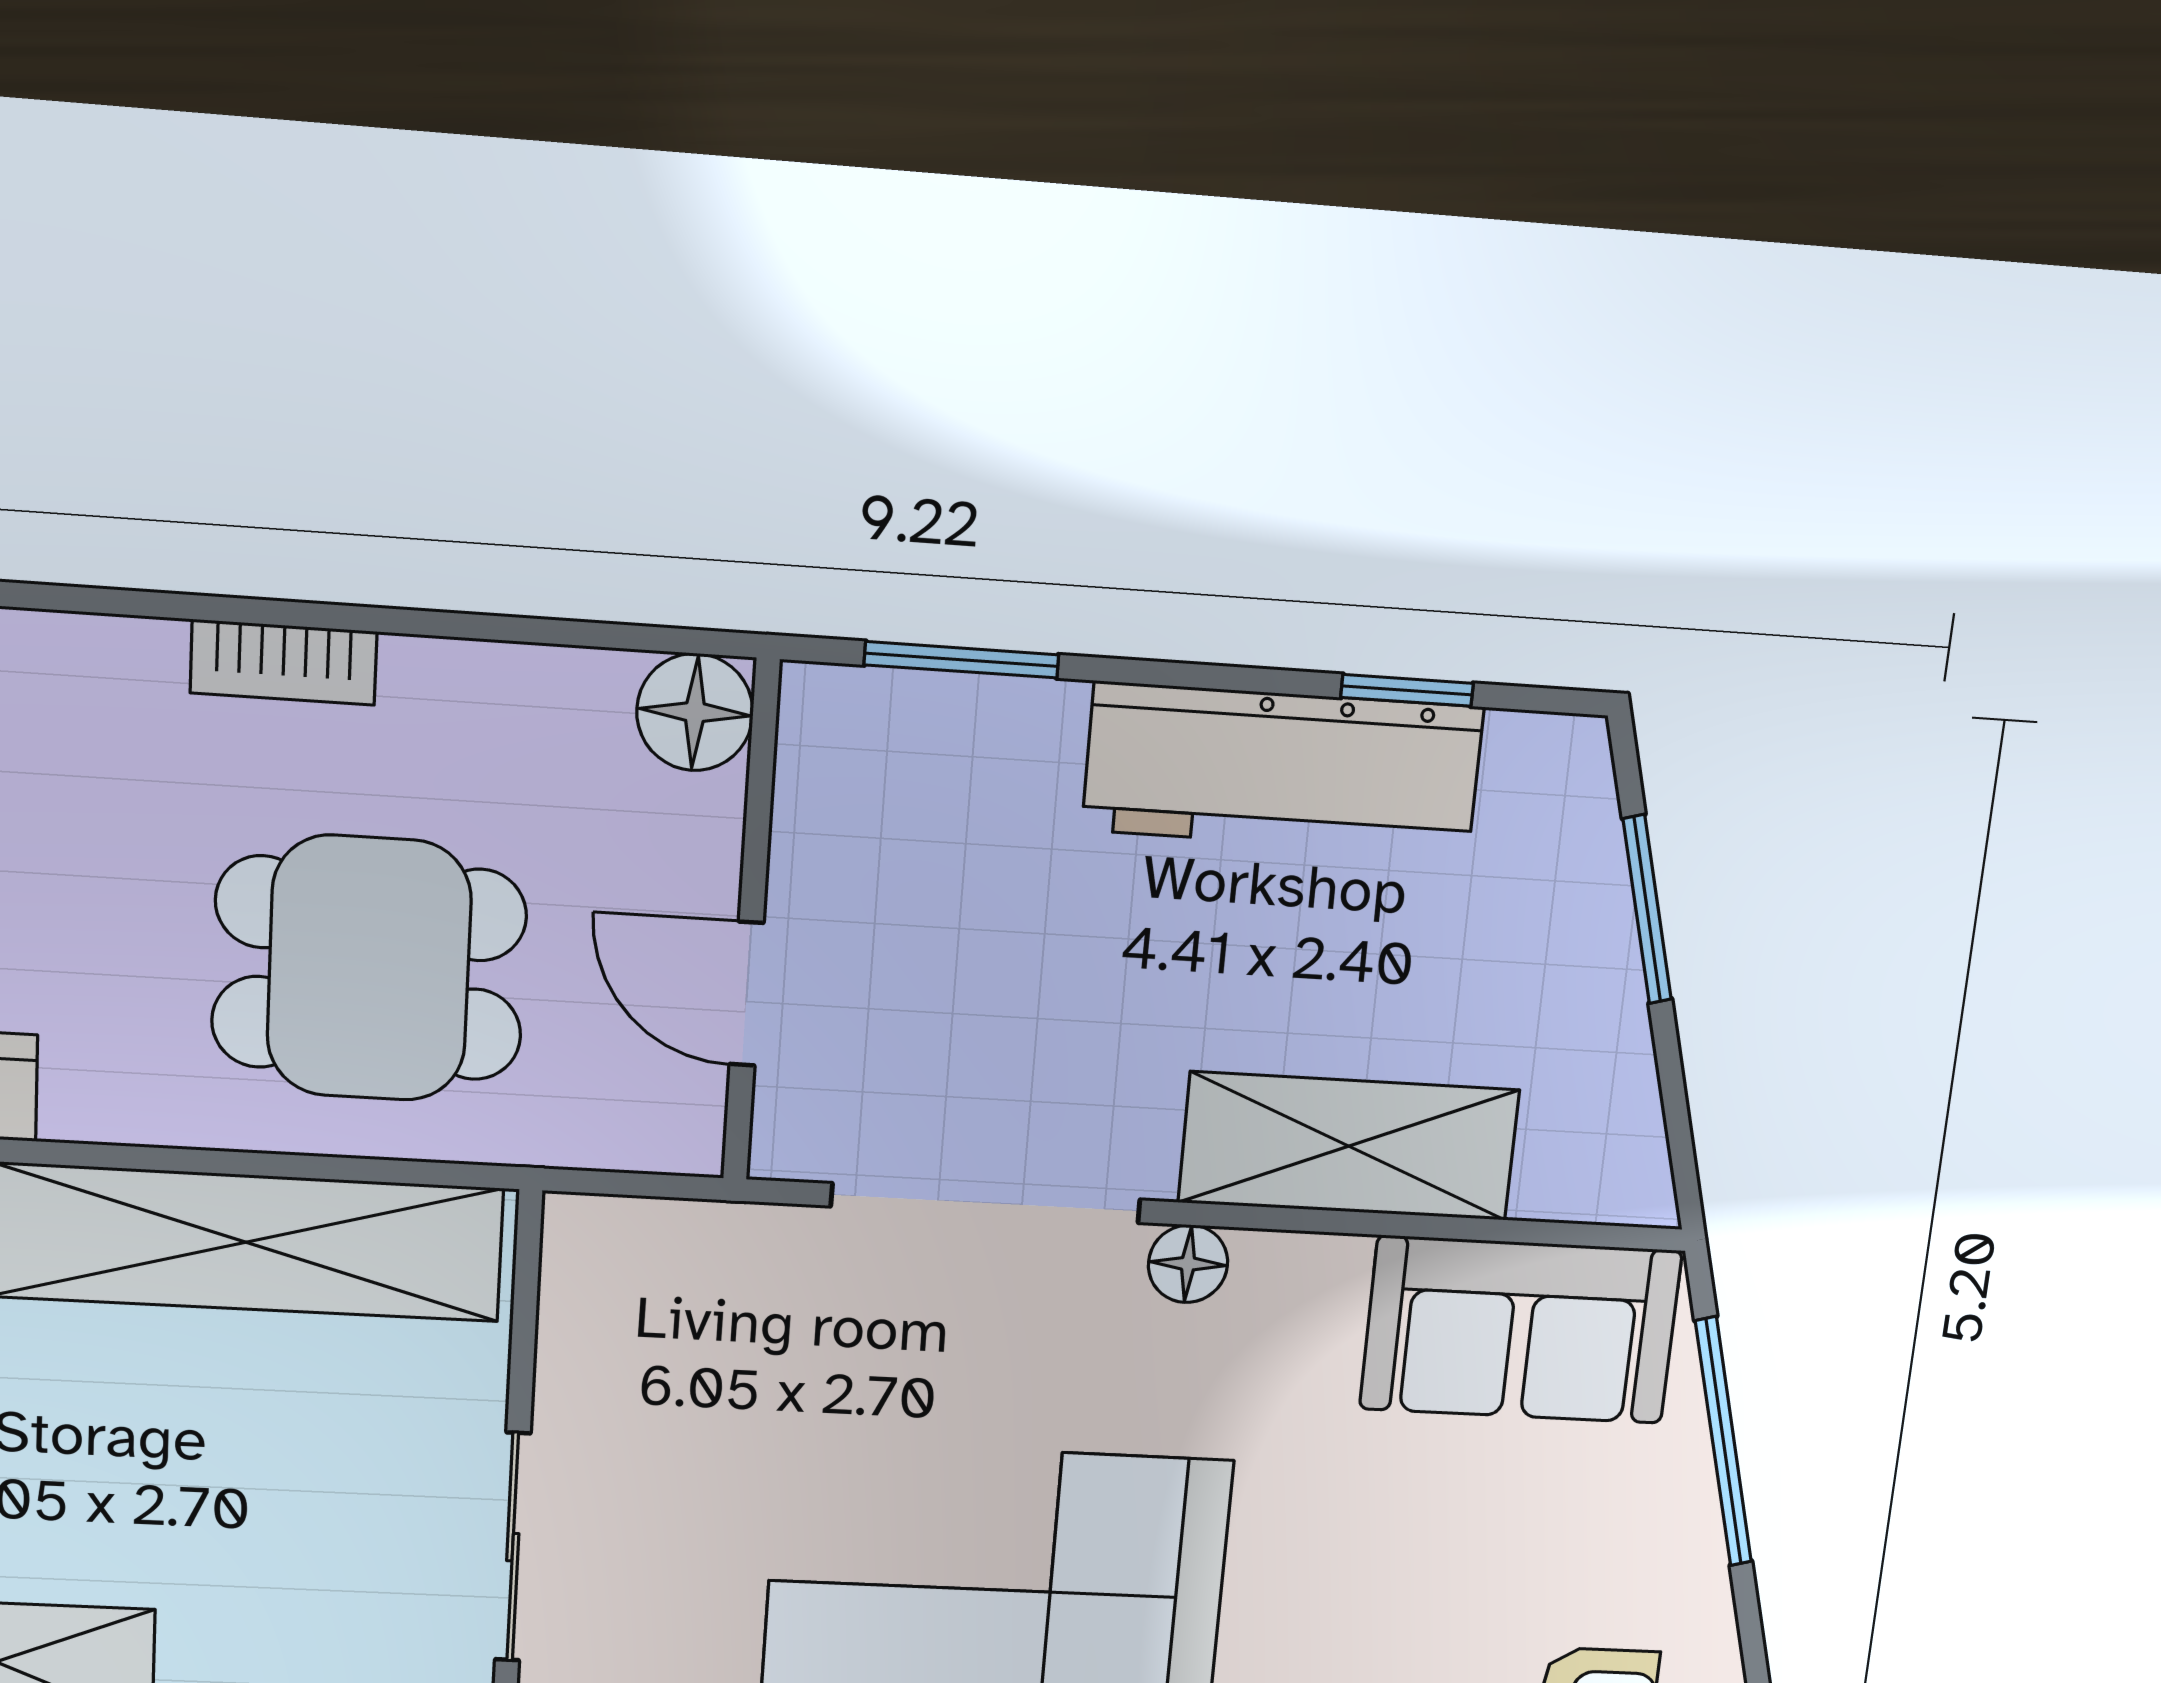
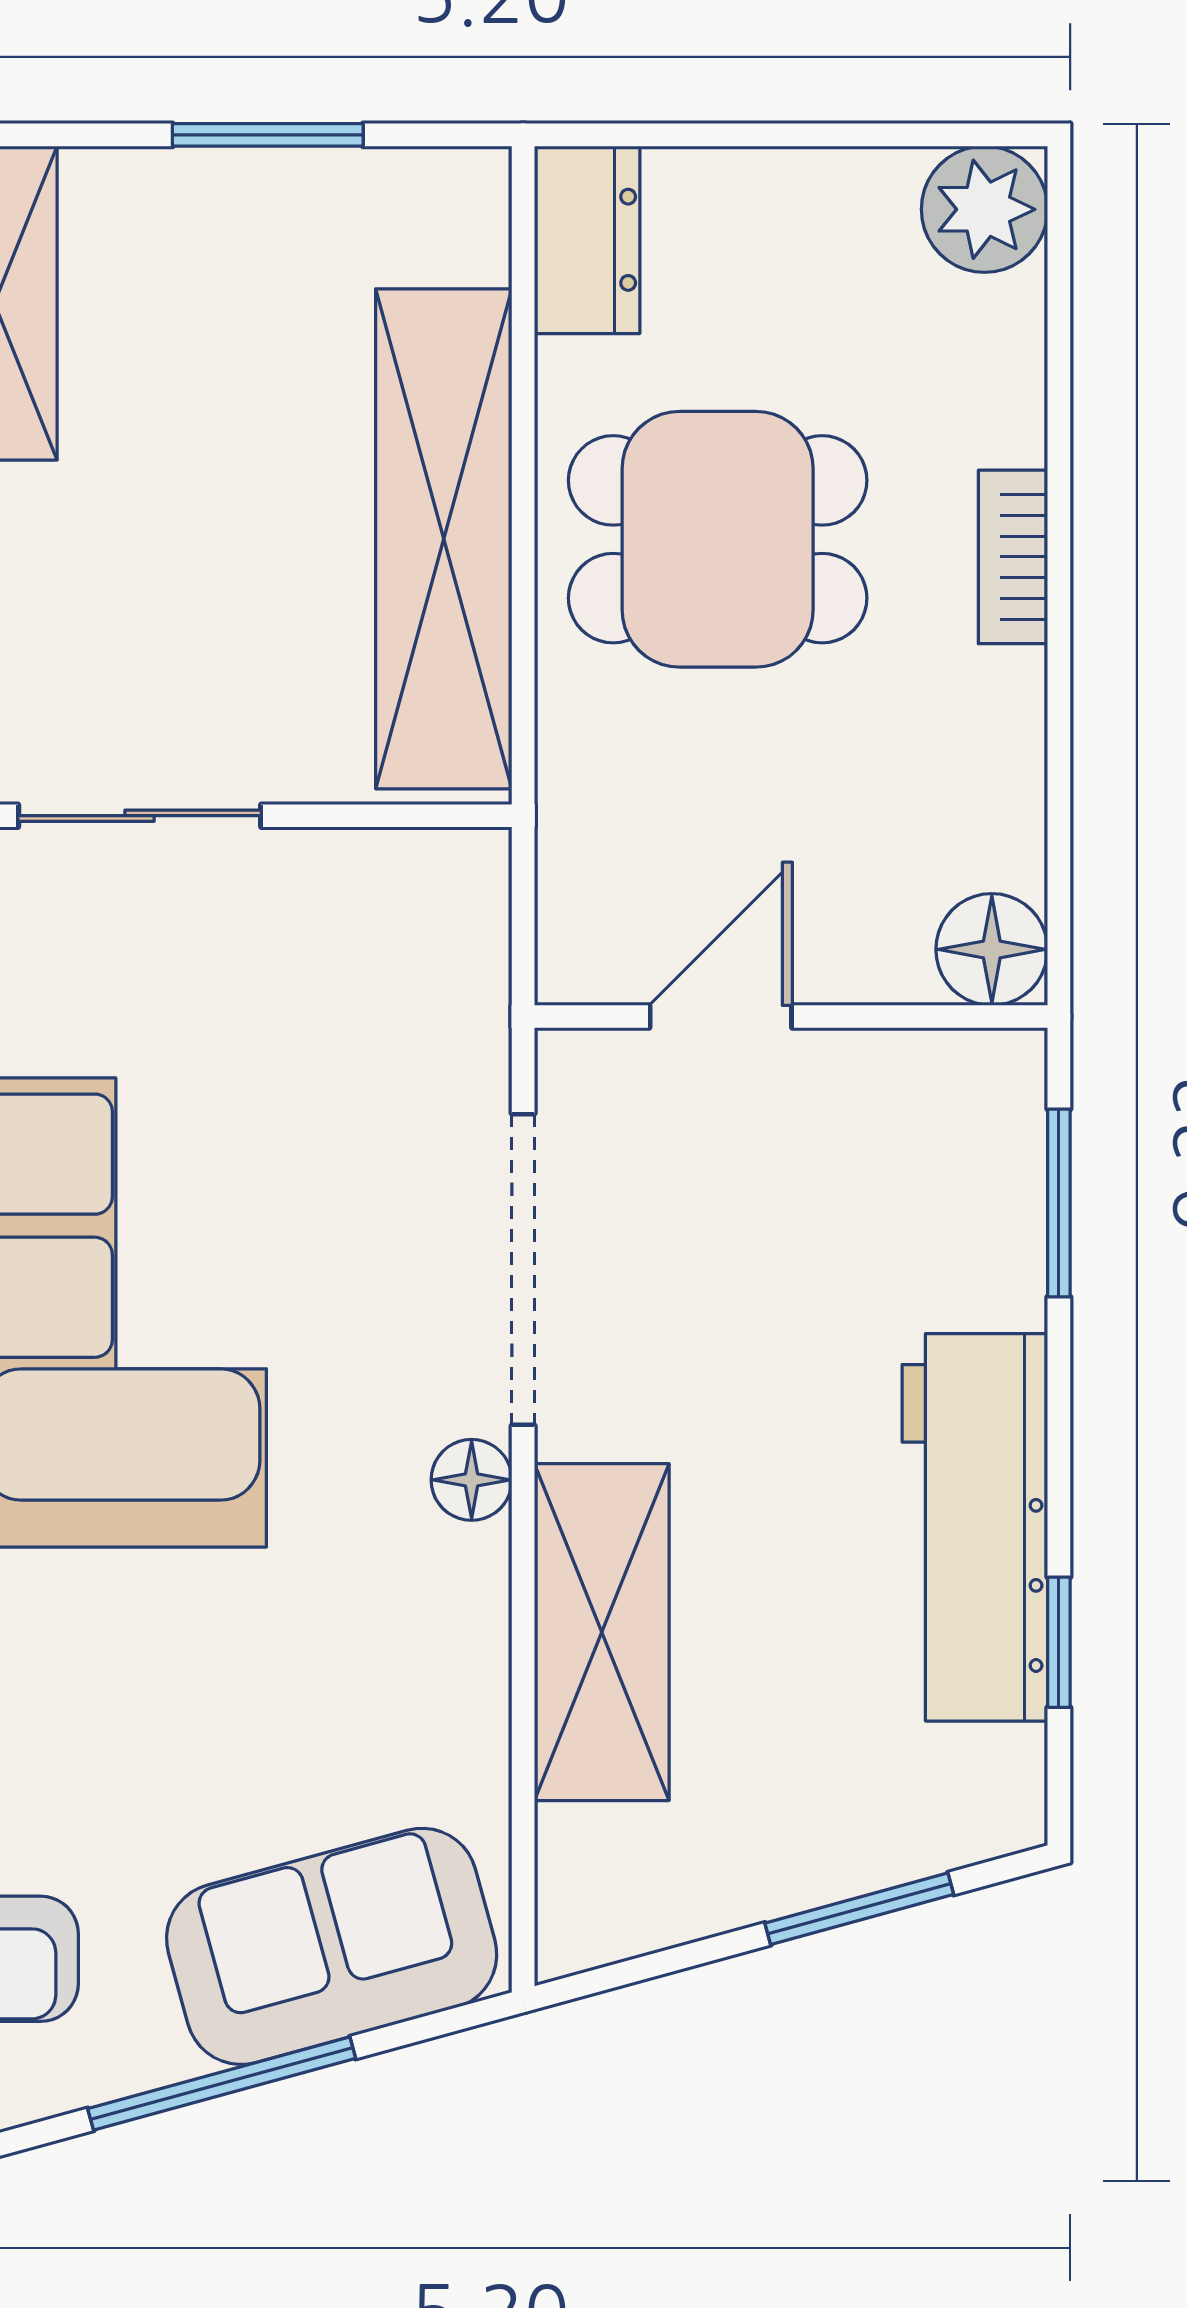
dining table: (369, 968) -> (718, 539), moved, turned 90
sofa: (1521, 1330) -> (332, 1946), moved, turned 75
window: (1723, 1442) -> (222, 2083), moved

